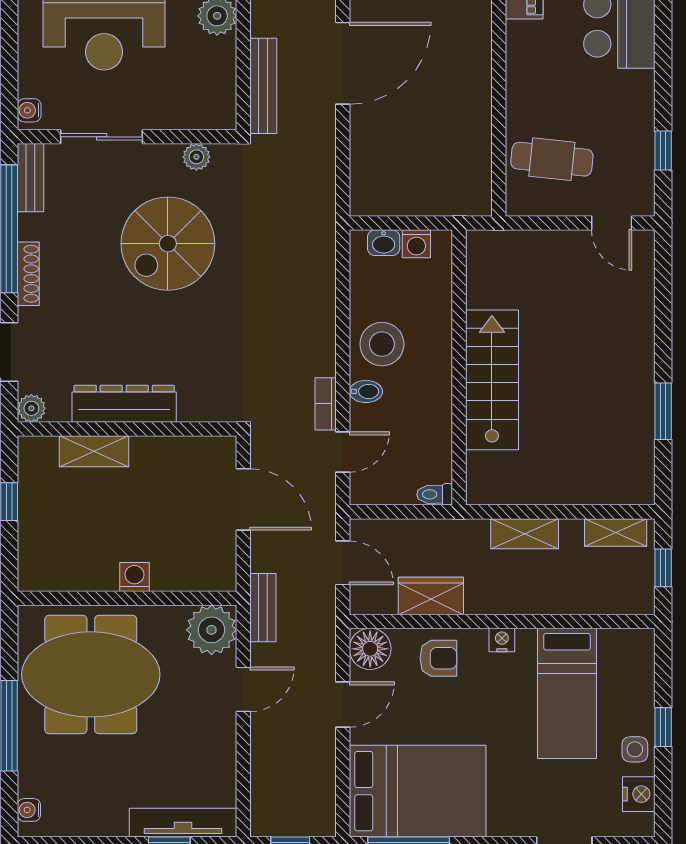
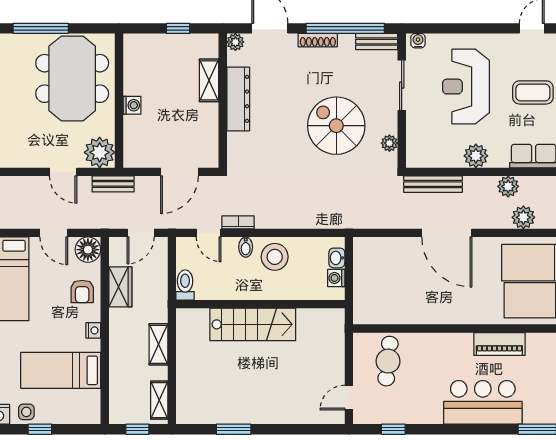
toilet: (435, 494) -> (185, 285), width x1.37, depth x1.39

